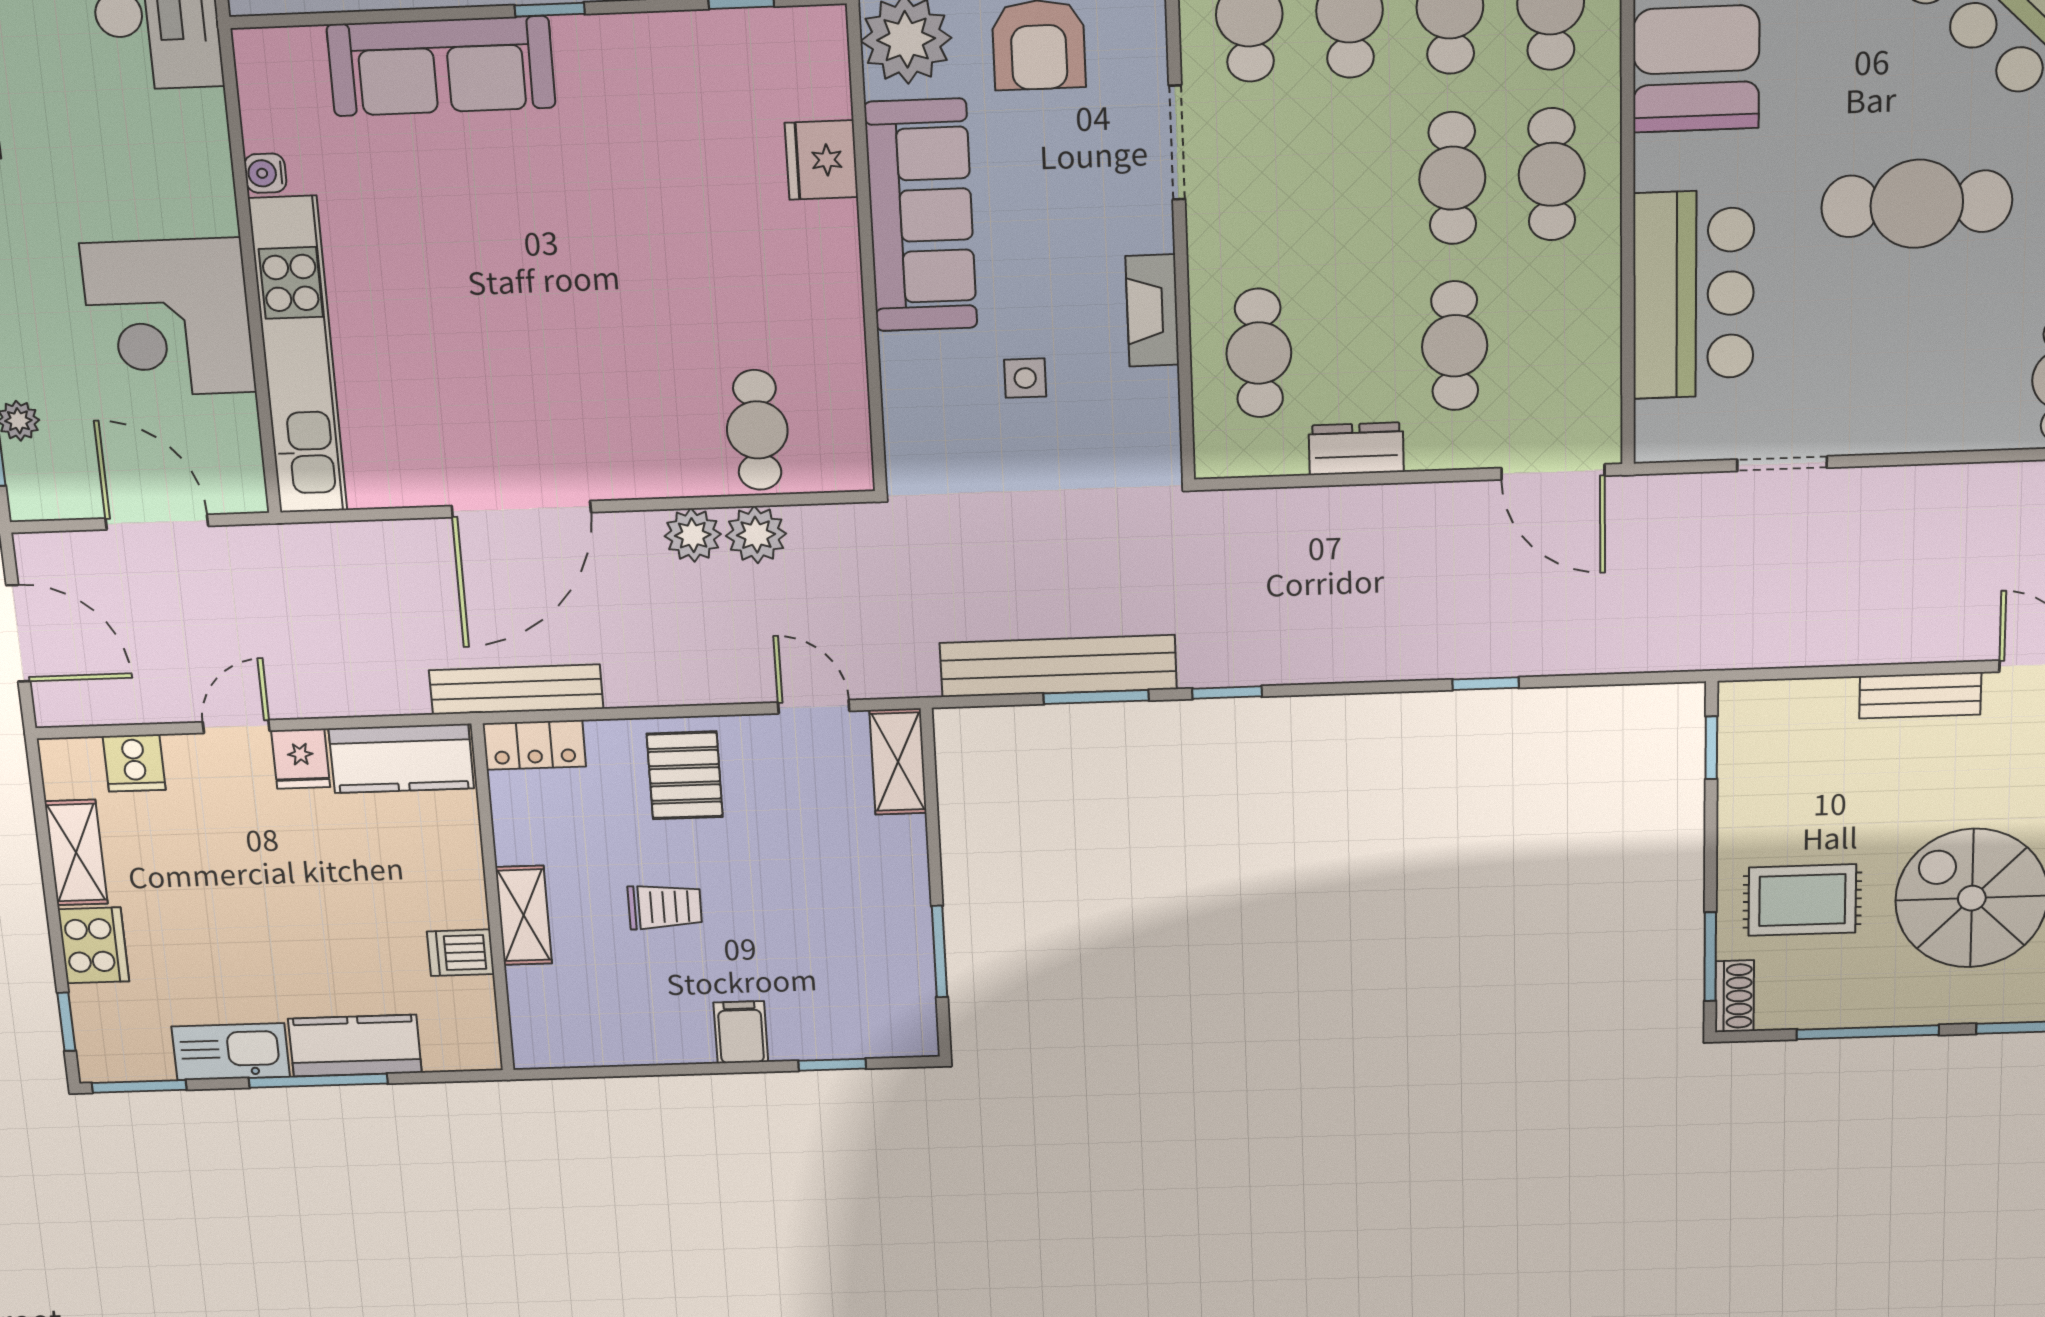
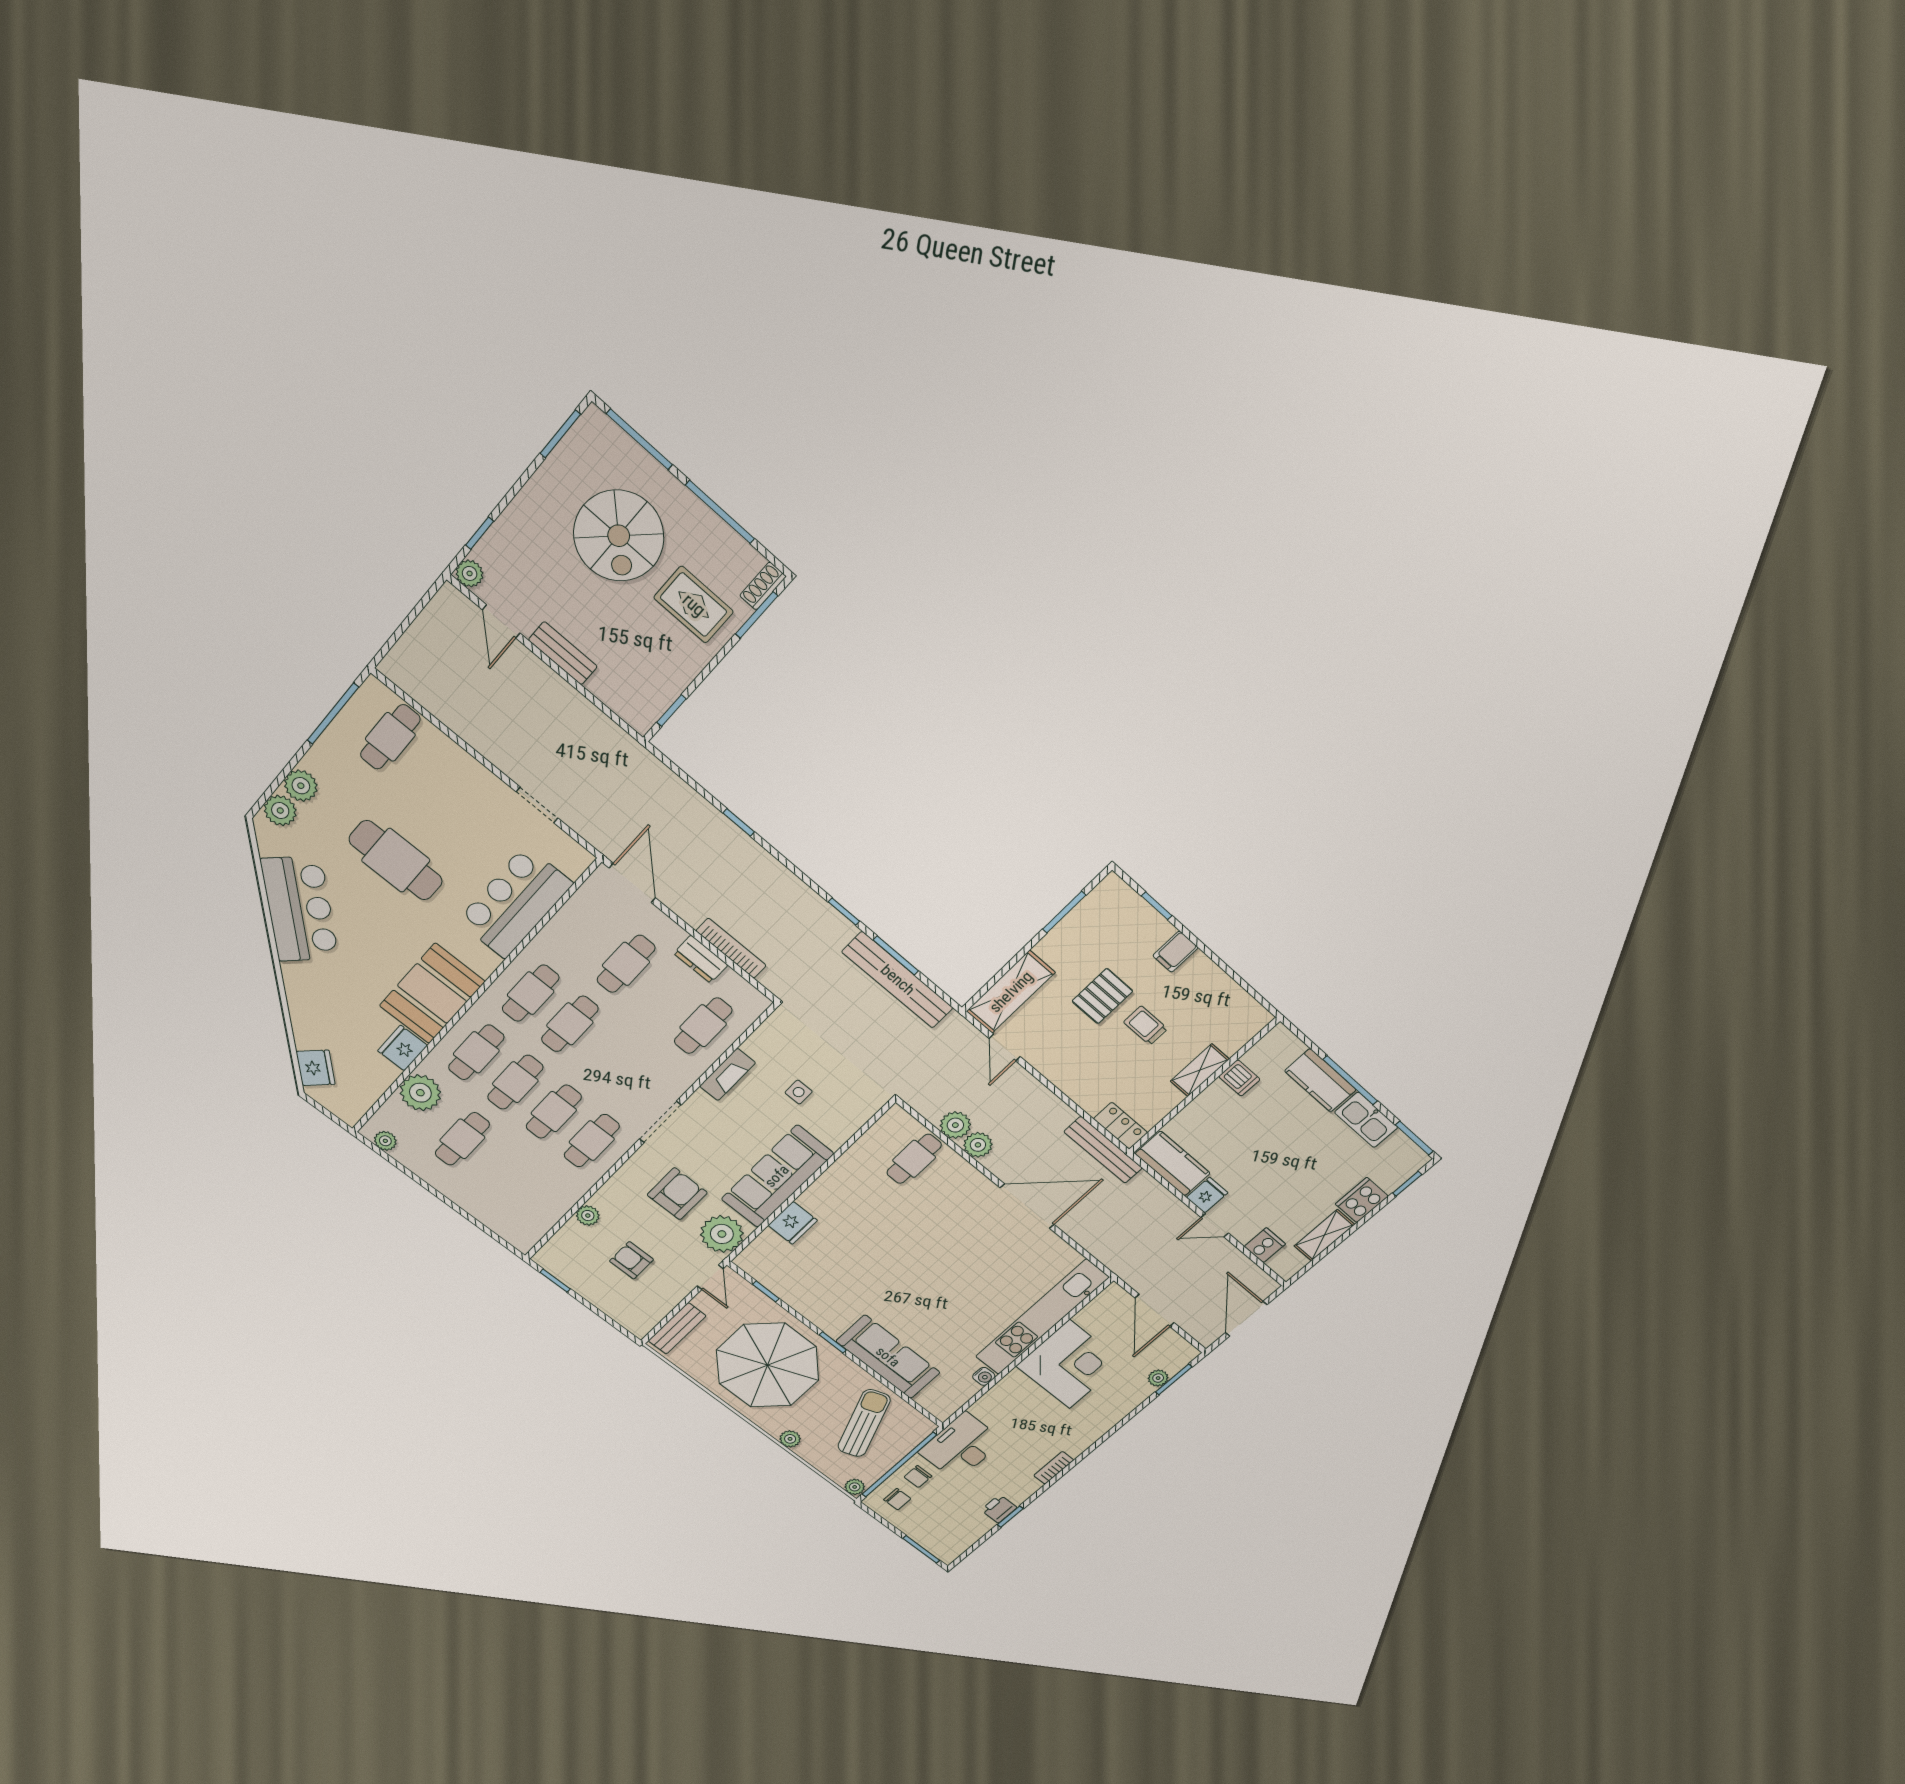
bookcase: (1329, 503) -> (731, 948), added
shelving: (898, 762) -> (1011, 992), width x1.50, depth x1.33
pallet: (685, 775) -> (1102, 996), moved

